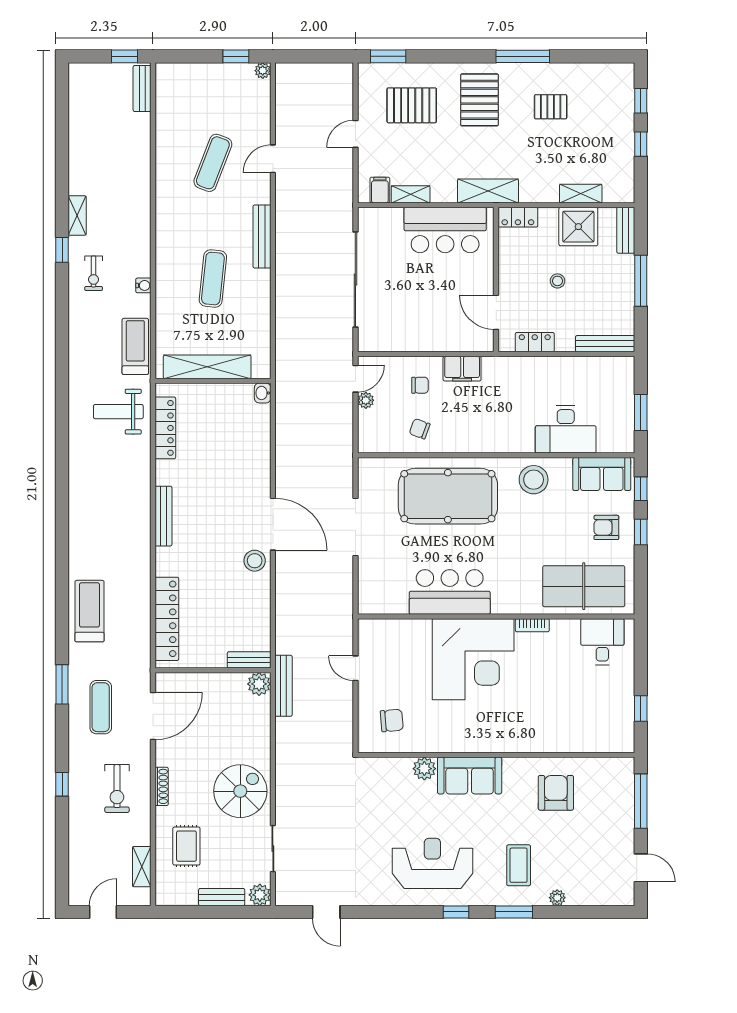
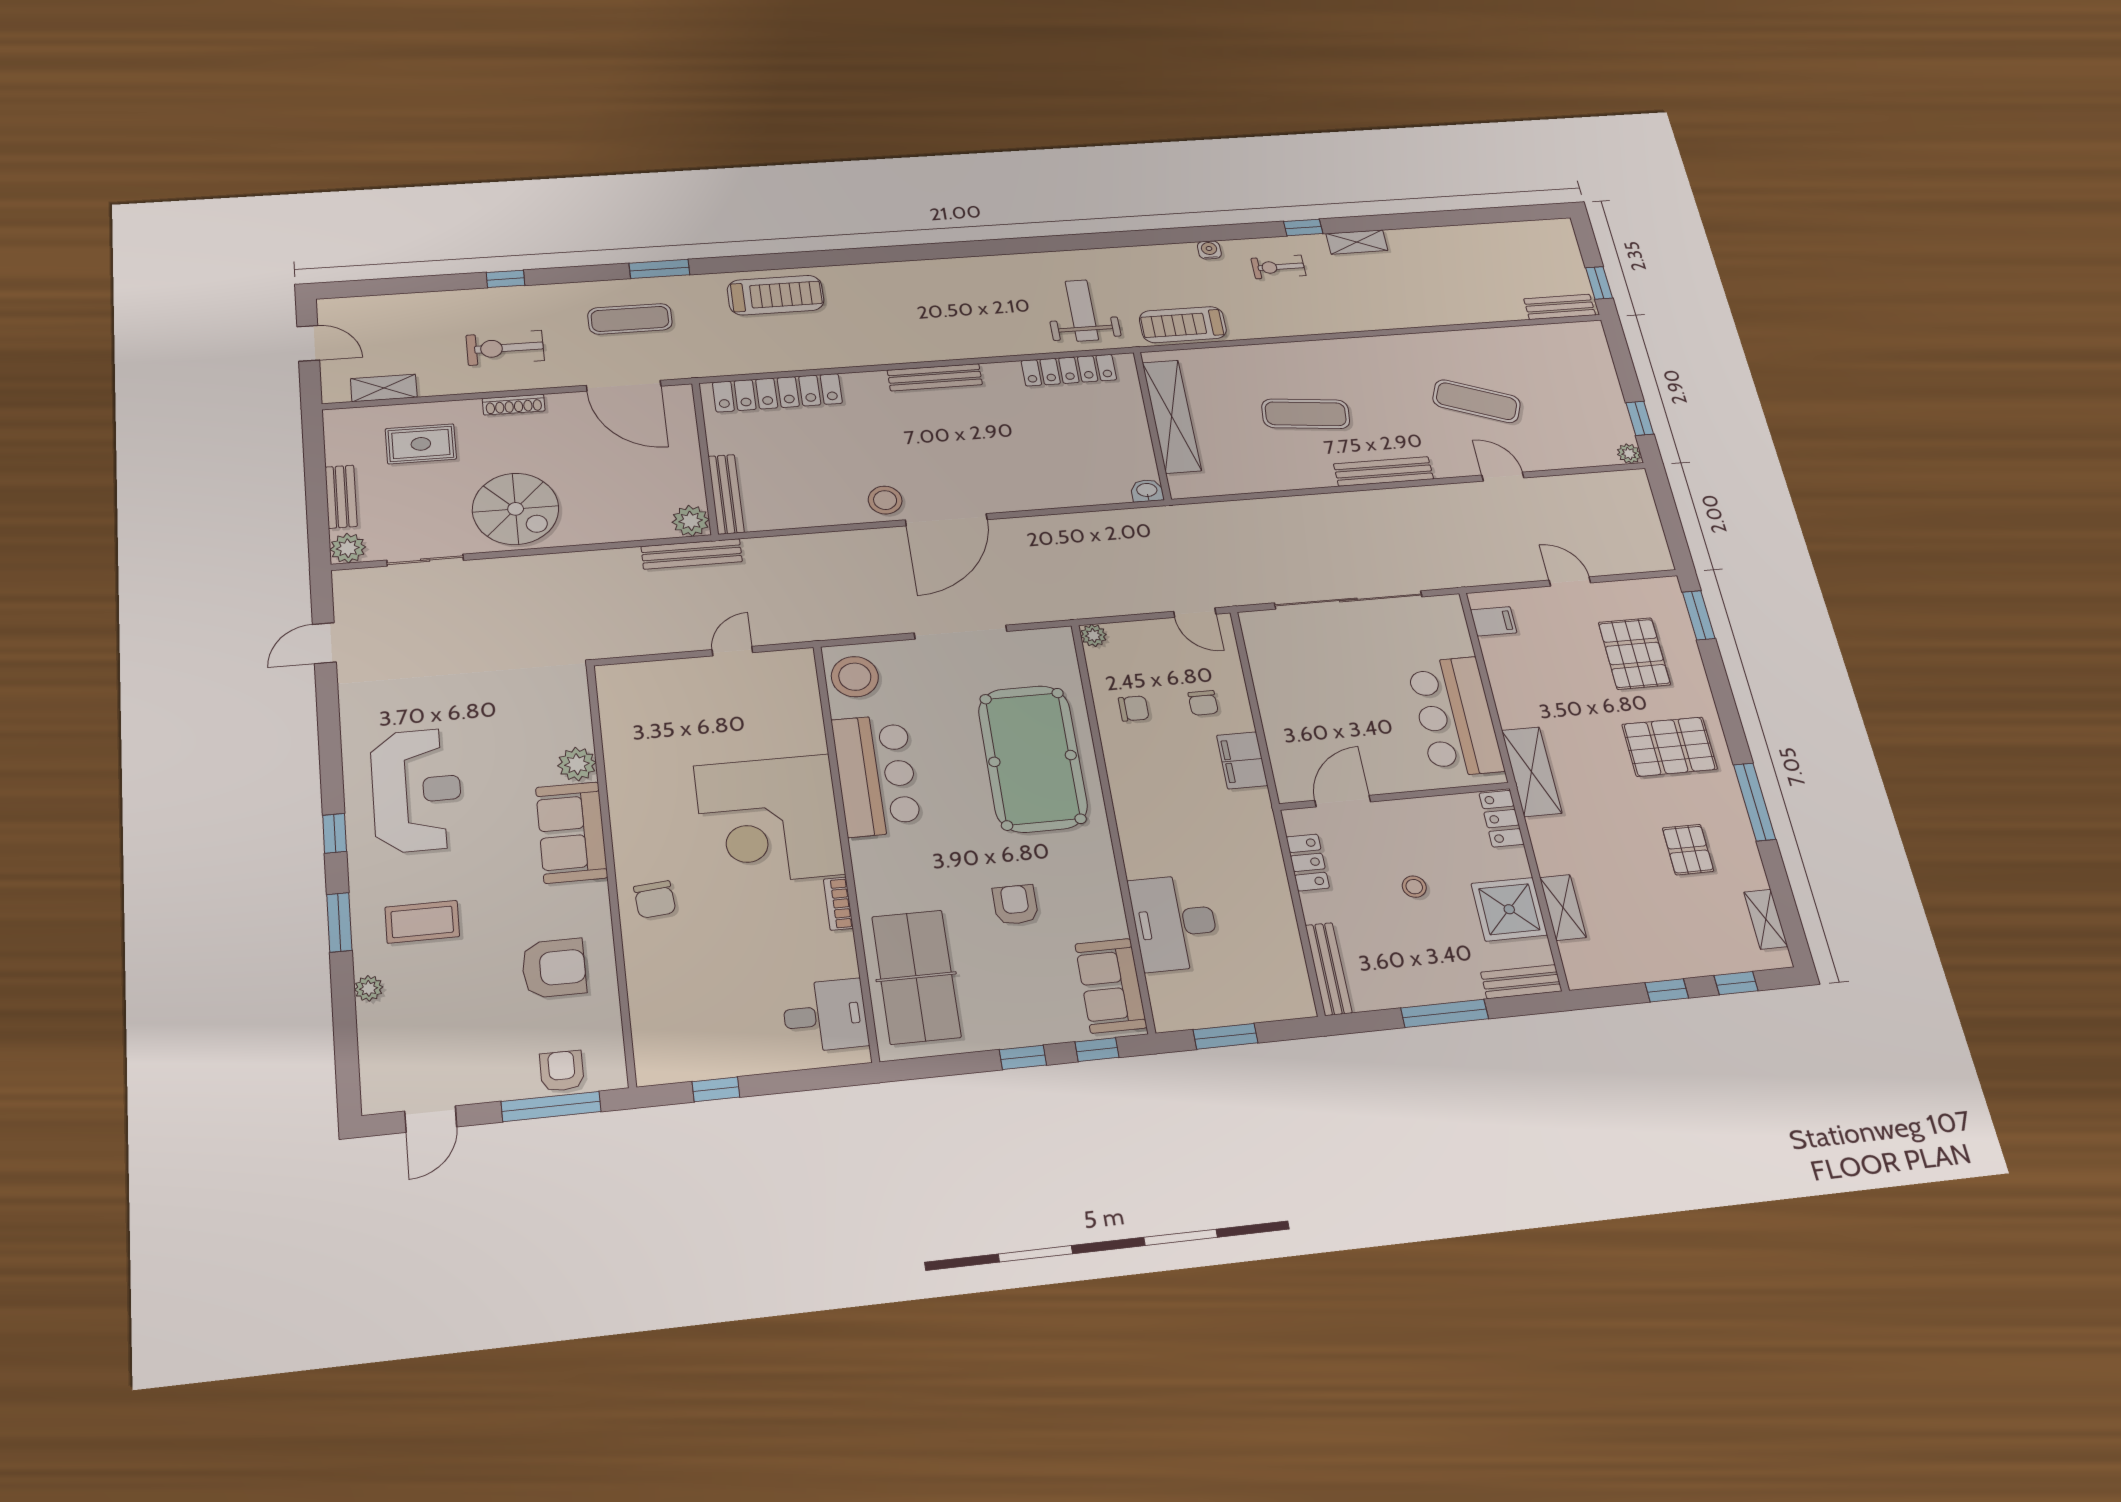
shelving: (411, 194) -> (1766, 919), moved
water cooler: (143, 285) -> (1209, 250), moved, turned 180
treadmill: (135, 346) -> (1183, 325), turned 180
plant: (366, 400) -> (1093, 635), moved
chair: (420, 429) -> (1134, 708), turned 70
stool: (534, 480) -> (855, 677), moved
armchair: (606, 527) -> (1015, 905), moved
bench: (249, 660) -> (726, 494), width x1.36
chair: (392, 720) -> (655, 899), moved
armchair: (620, 793) -> (562, 1071), added

